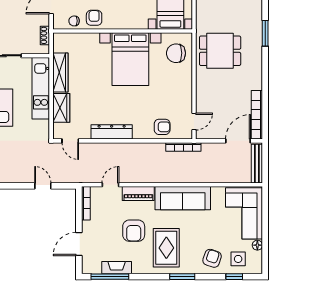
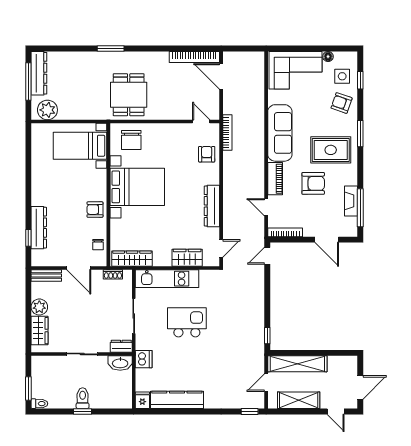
armchair: (94, 18) -> (95, 210), moved
wardrobe: (60, 73) -> (132, 259), moved
bench: (257, 164) -> (244, 57), removed
door: (43, 186) -> (267, 256), moved

